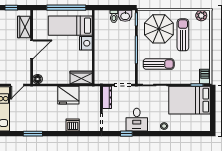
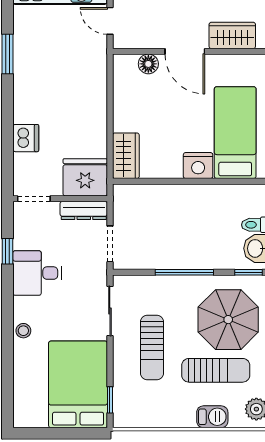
sun lounger: (159, 64) -> (152, 348), moved
barbecue: (205, 76) -> (212, 417), moved
floor lamp: (38, 79) -> (148, 64), moved
fridge: (68, 95) -> (85, 177), moved, turned 90

